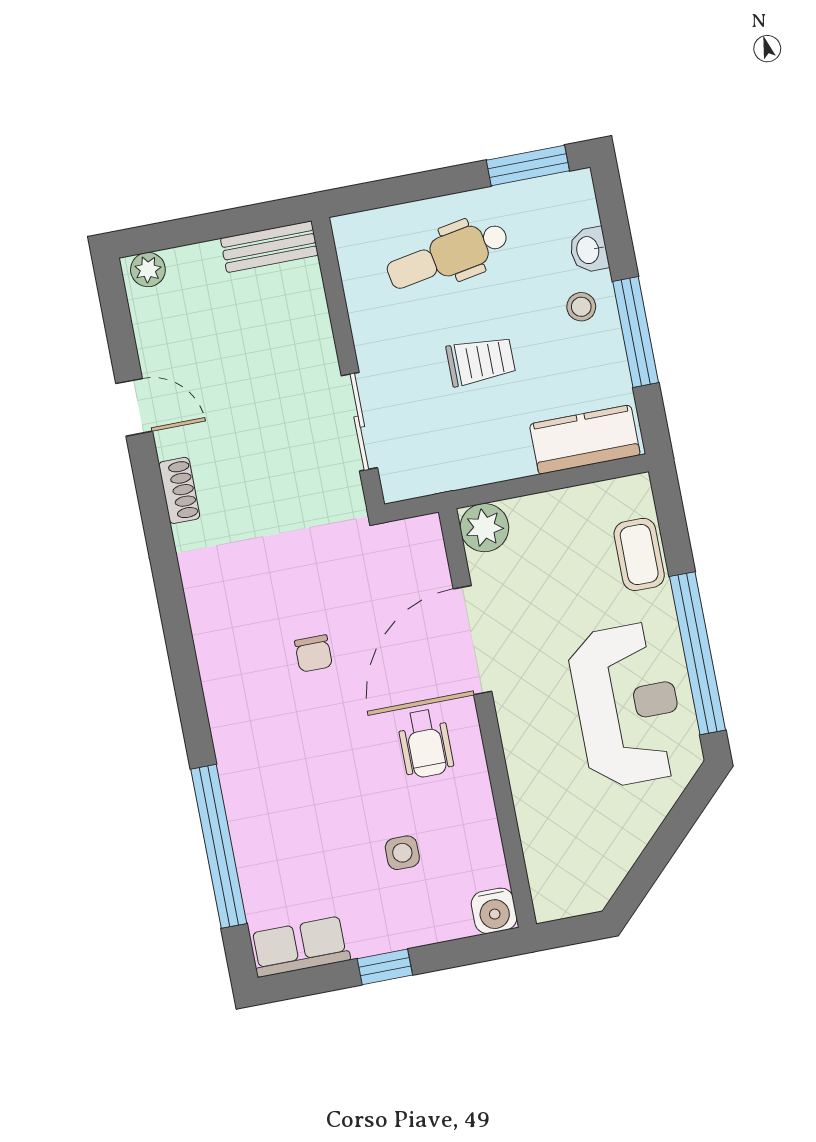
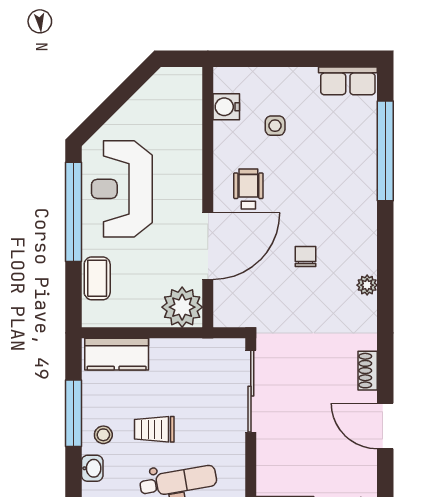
trolley: (481, 361) -> (154, 429), moved
door: (134, 407) -> (385, 426), width x1.38
sliding door: (359, 422) -> (251, 391), width x1.37
plant: (484, 528) -> (182, 307), width x1.36, depth x1.36
plant: (207, 627) -> (367, 285), added
water cooler: (494, 911) -> (226, 107), moved, turned -90
window: (385, 967) -> (299, 59), removed

